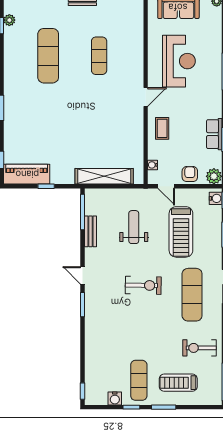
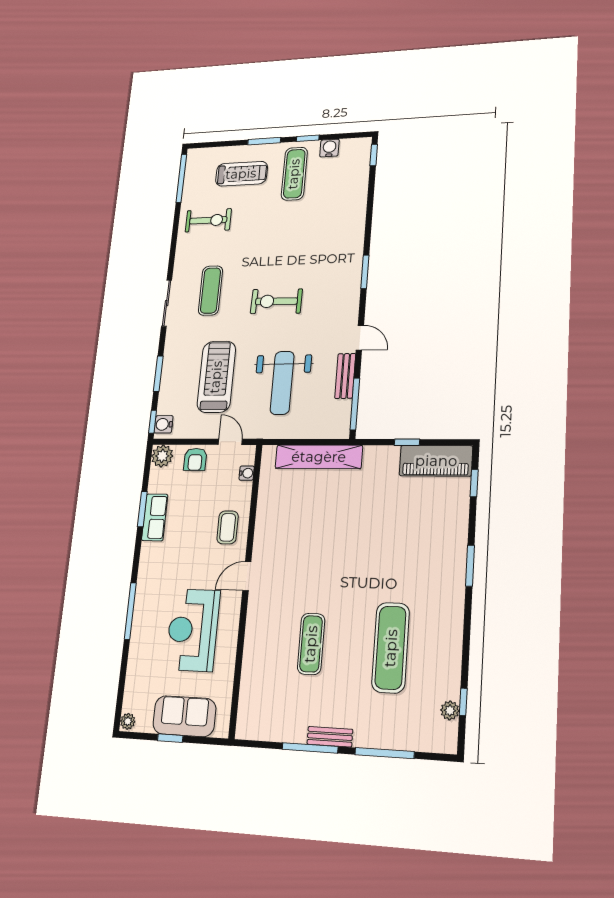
weight bench: (134, 227) -> (282, 383), width x1.36, depth x1.33
door: (83, 275) -> (360, 338), moved
exercise mat: (192, 295) -> (210, 291), width x0.73, depth x0.69

